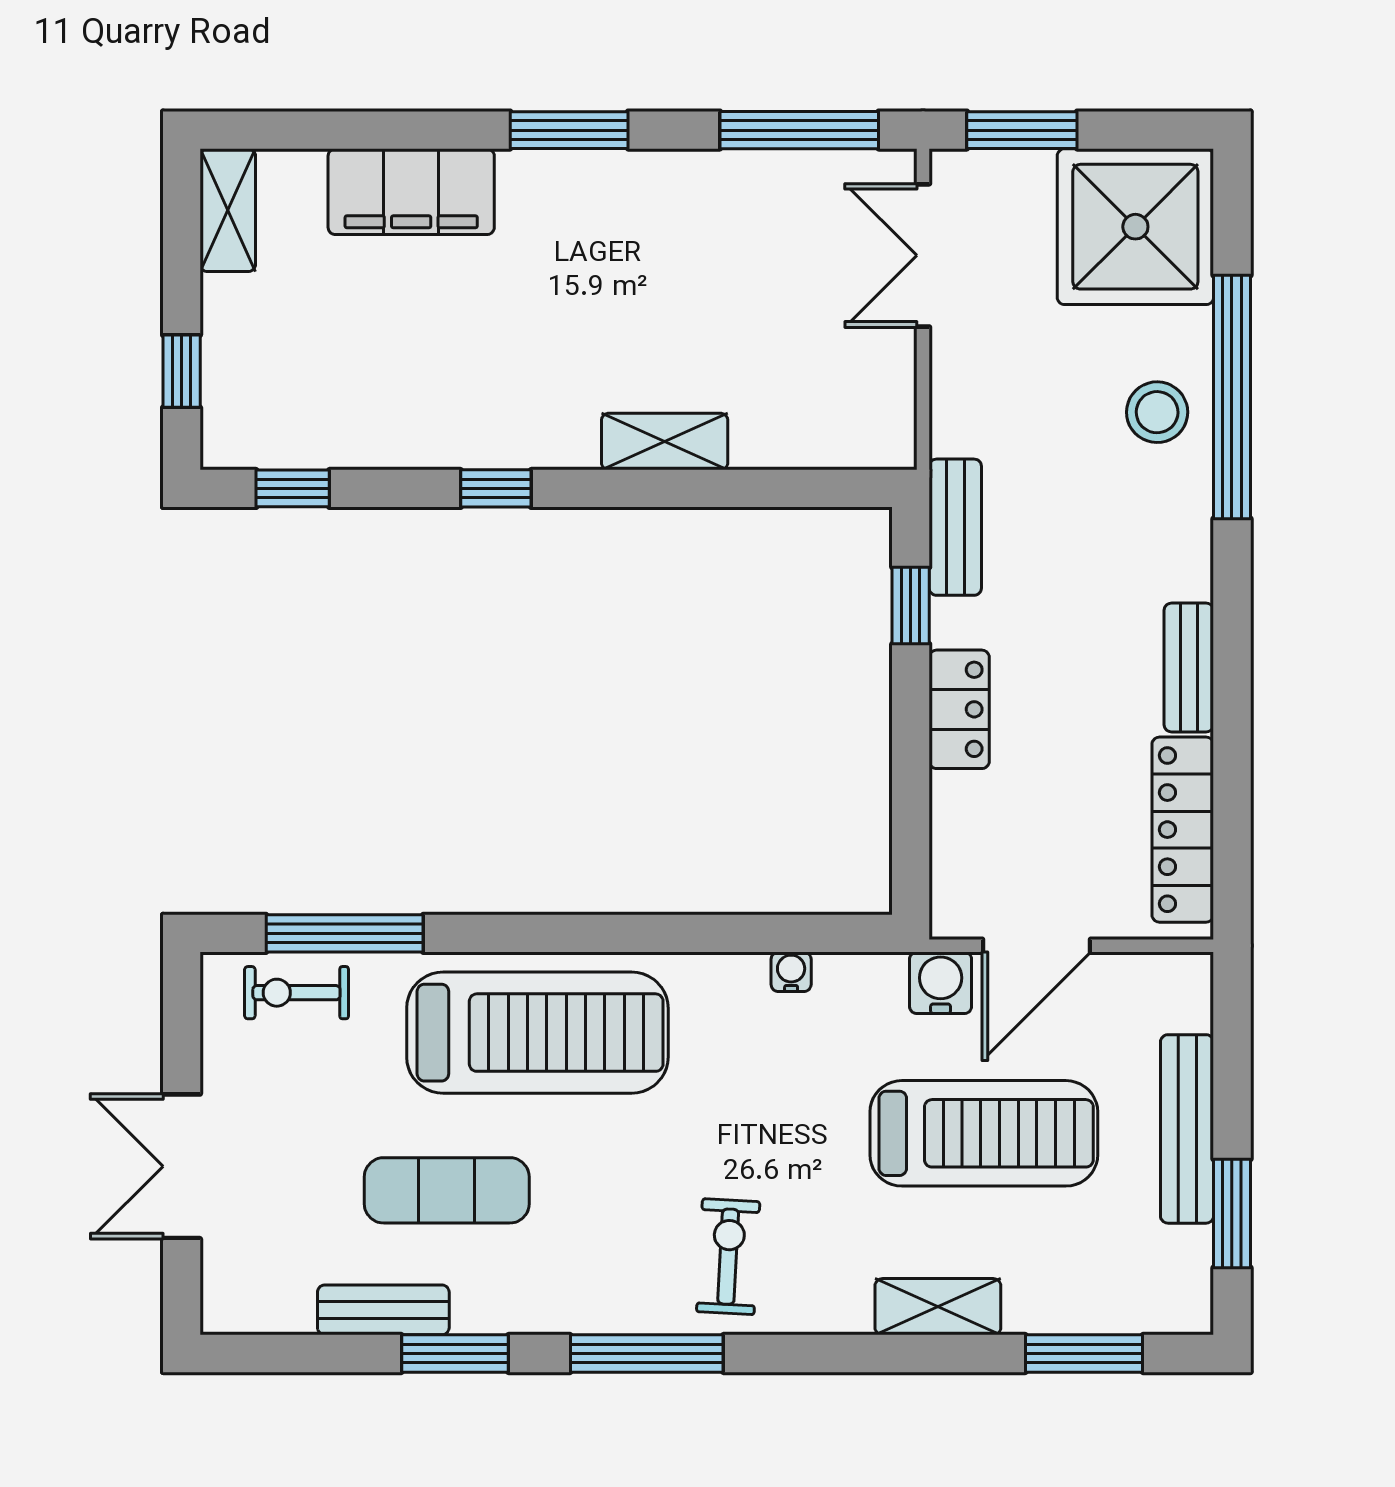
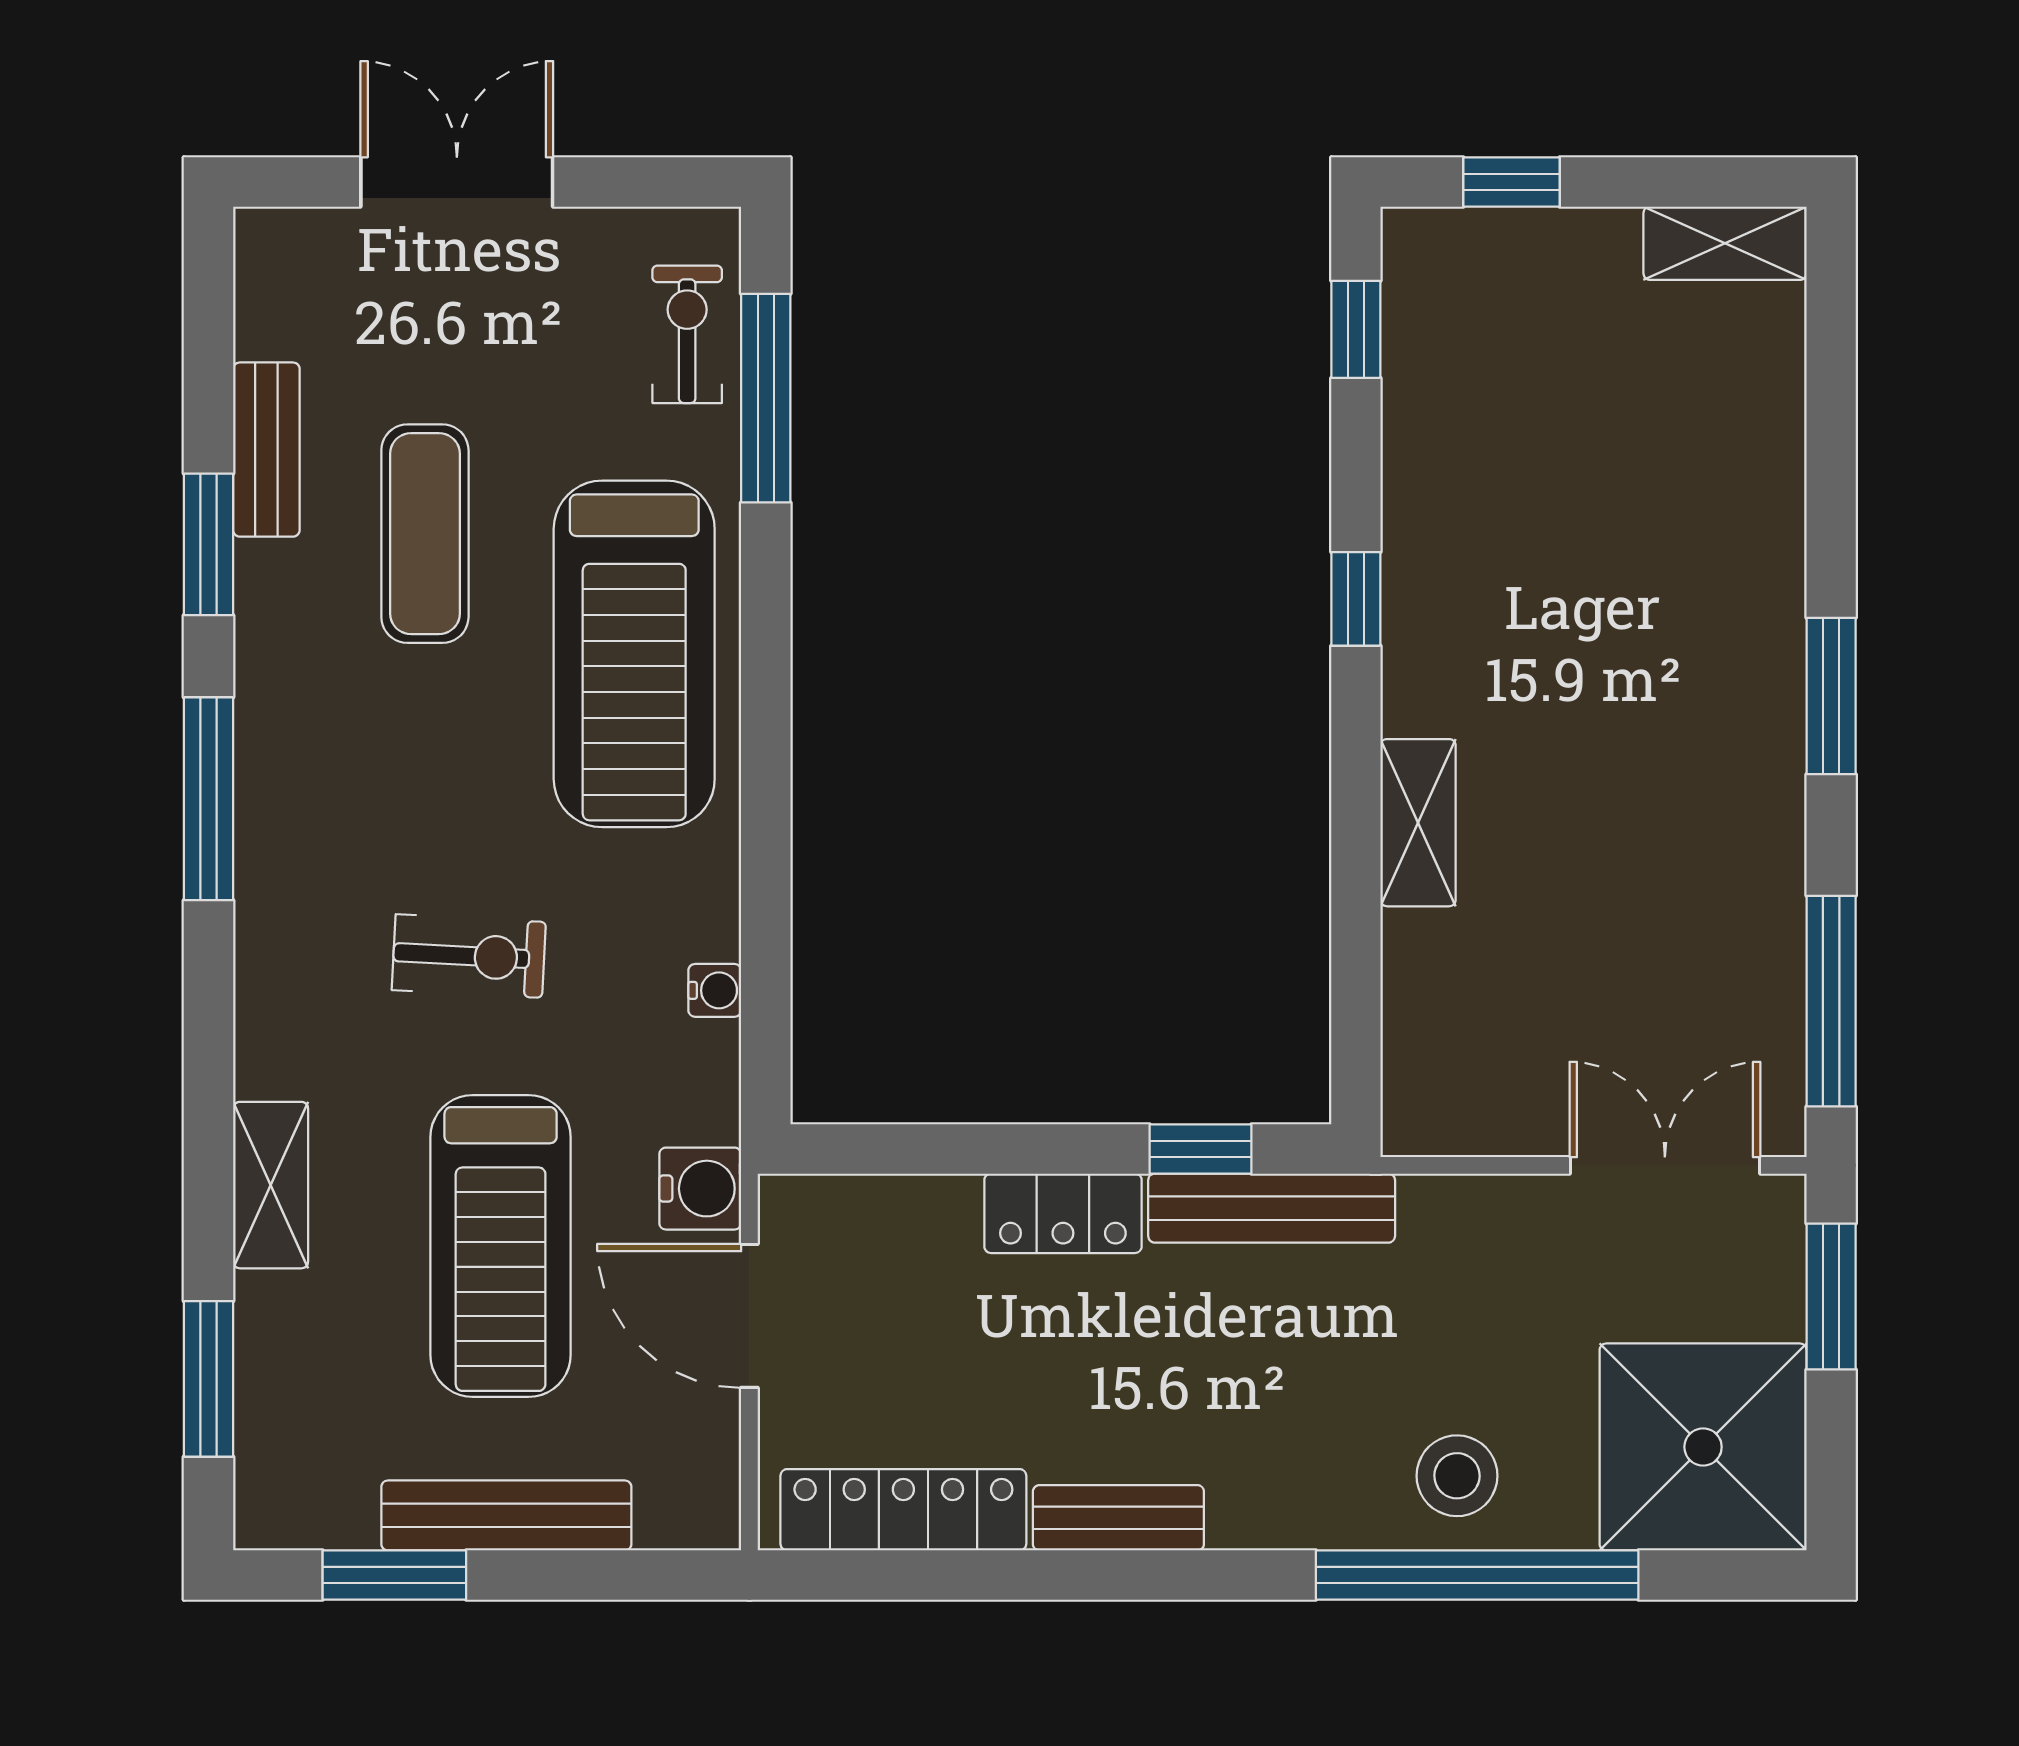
filing cabinet: (411, 192) -> (1749, 486), removed
bench: (955, 527) -> (1272, 1208), width x1.36
exercise bike: (728, 1257) -> (469, 956), moved

